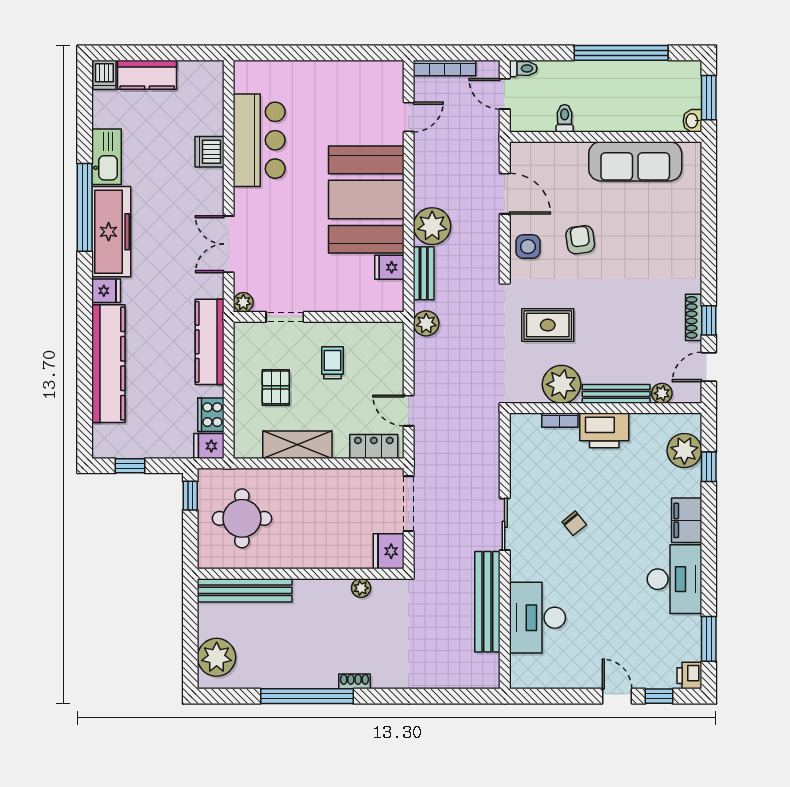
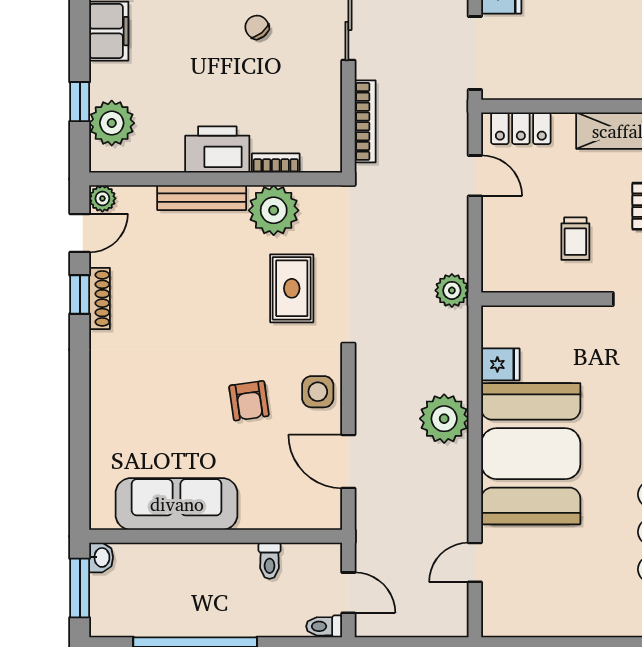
bookcase: (445, 68) -> (365, 121), moved, turned 90
bench: (424, 273) -> (455, 357), removed
rug: (548, 325) -> (292, 288), turned 90
plant: (662, 393) -> (102, 198), moved

